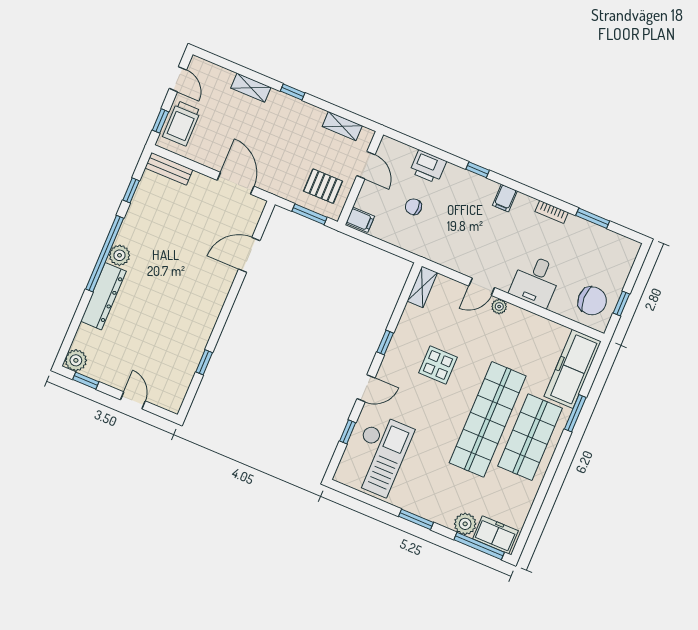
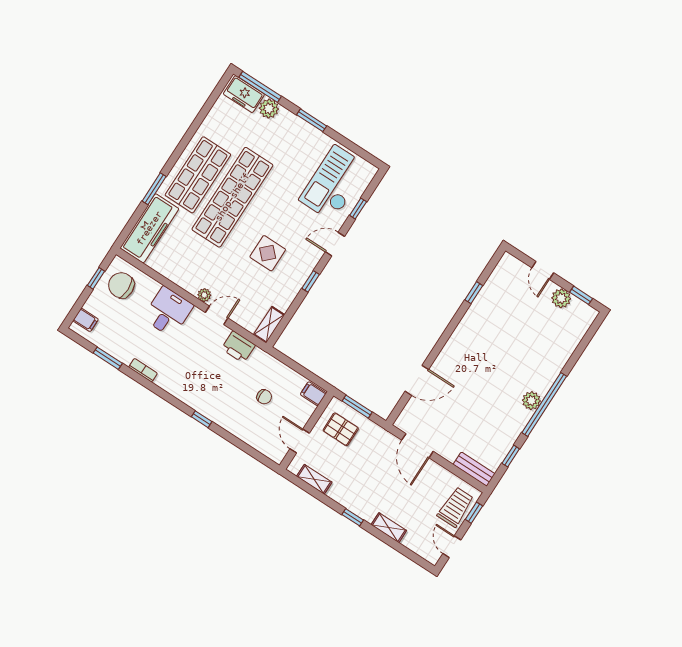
printer: (428, 167) -> (238, 347), moved, turned 180
filing cabinet: (505, 198) -> (86, 320), moved, turned 90
dresser: (103, 296) -> (552, 367), removed
plant: (76, 360) -> (561, 298), moved

